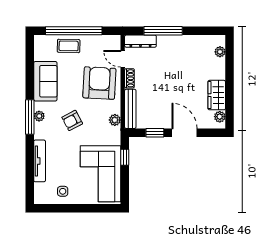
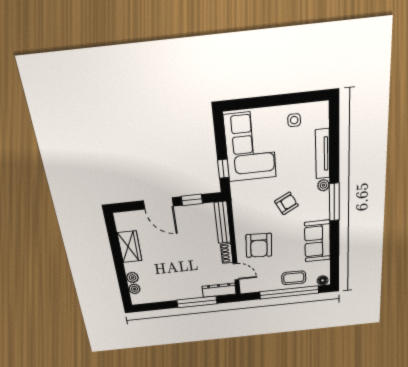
floor lamp: (41, 40) -> (323, 280), added
armchair: (99, 83) -> (259, 245), width x0.73, depth x0.73
plant: (39, 116) -> (323, 185), moved
plant: (220, 117) -> (132, 277), moved
plant: (115, 120) -> (239, 209), removed

